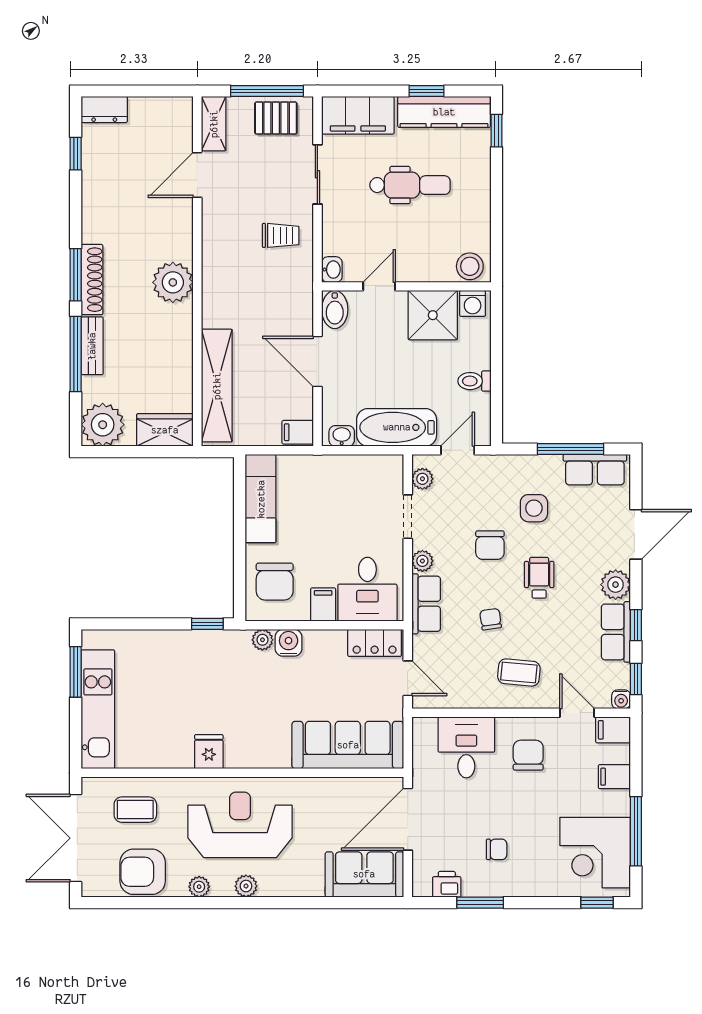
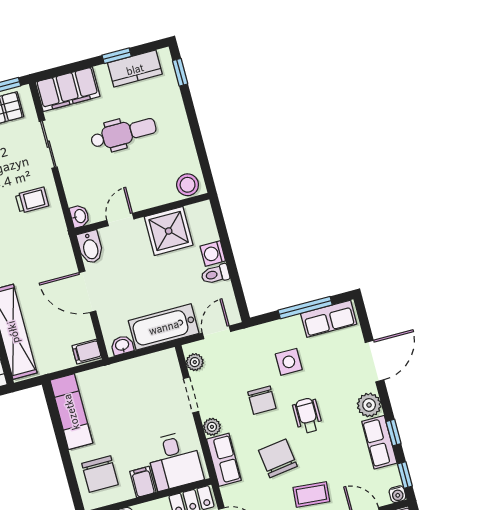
kitchen counter: (444, 112) -> (135, 69), width x0.67
washing machine: (473, 303) -> (213, 254), moved, turned 90
chair: (491, 619) -> (278, 458), width x1.87, depth x1.87

